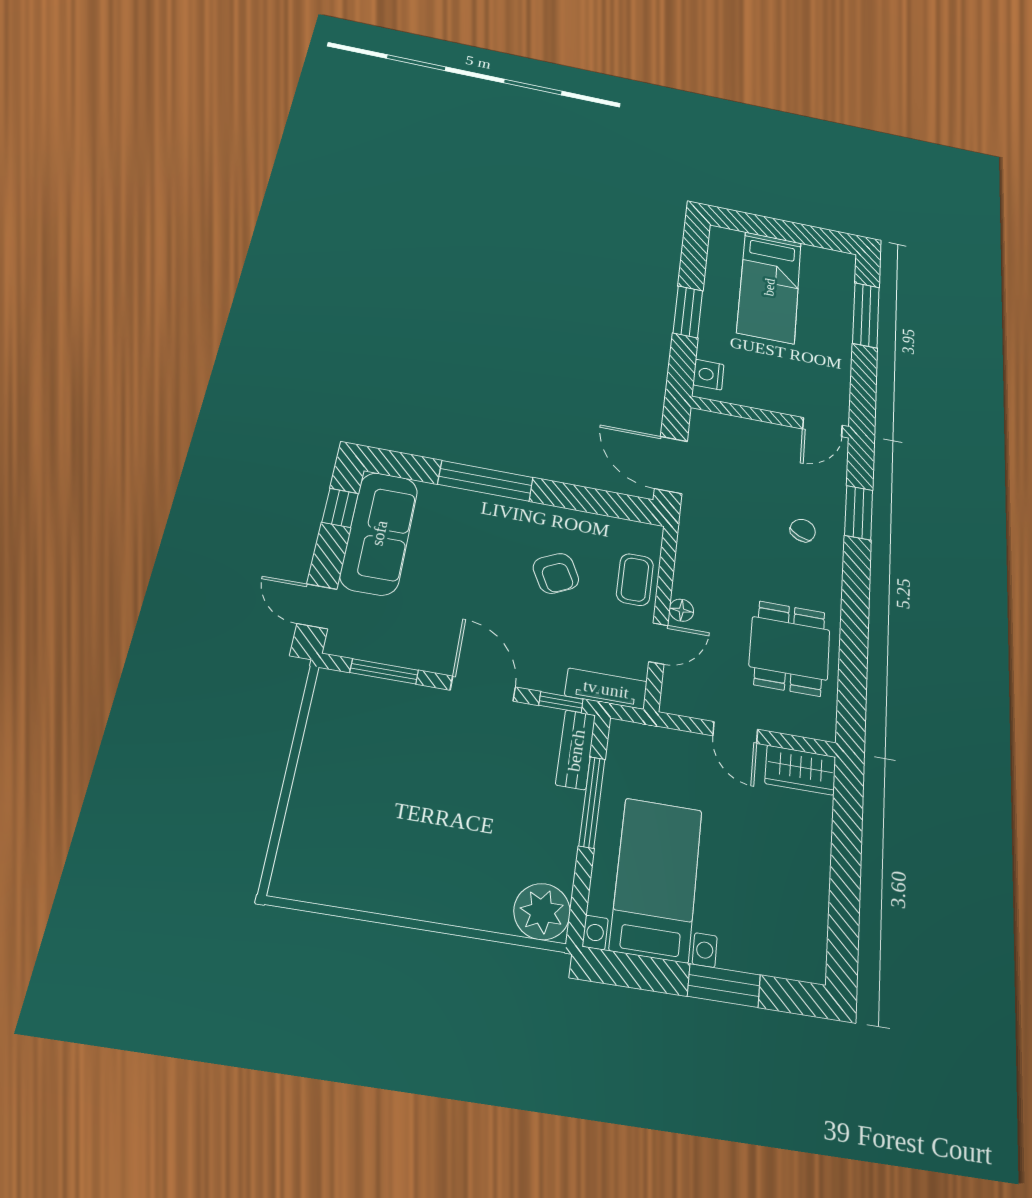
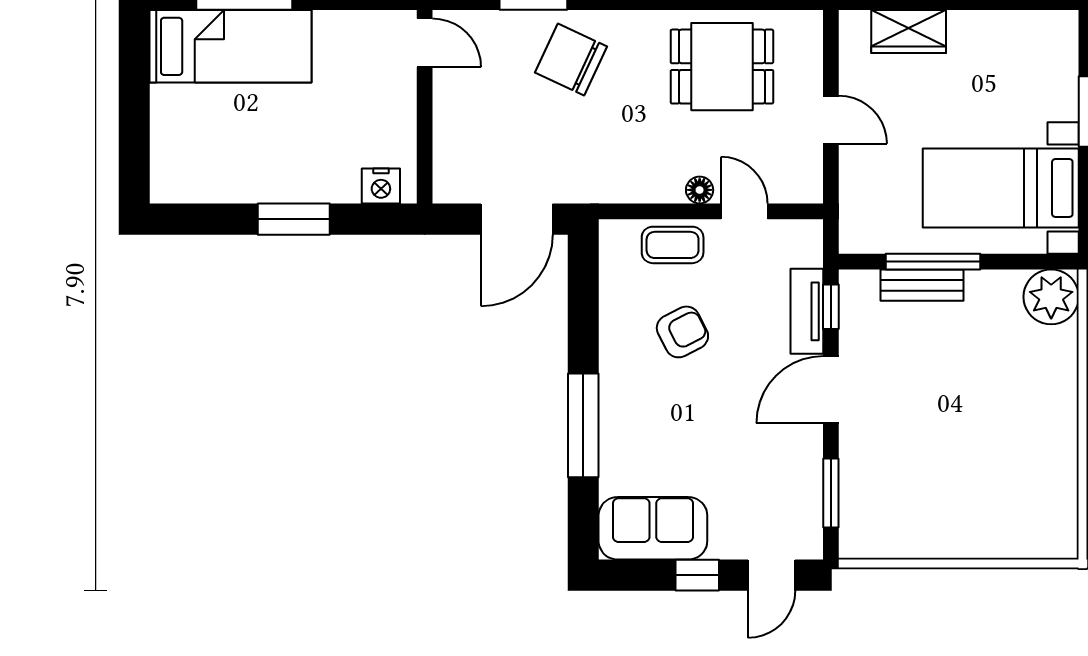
bed: (769, 287) -> (231, 46), moved
window: (340, 508) -> (697, 575), moved
chair: (803, 530) -> (571, 59), width x1.87, depth x1.87
sofa: (379, 533) -> (653, 528), width x0.73
tv unit: (606, 689) -> (807, 311), moved
door: (735, 732) -> (831, 120), hinge flipped
bench: (576, 750) -> (922, 285), moved
wardrobe: (800, 770) -> (909, 32), moved, turned 90

